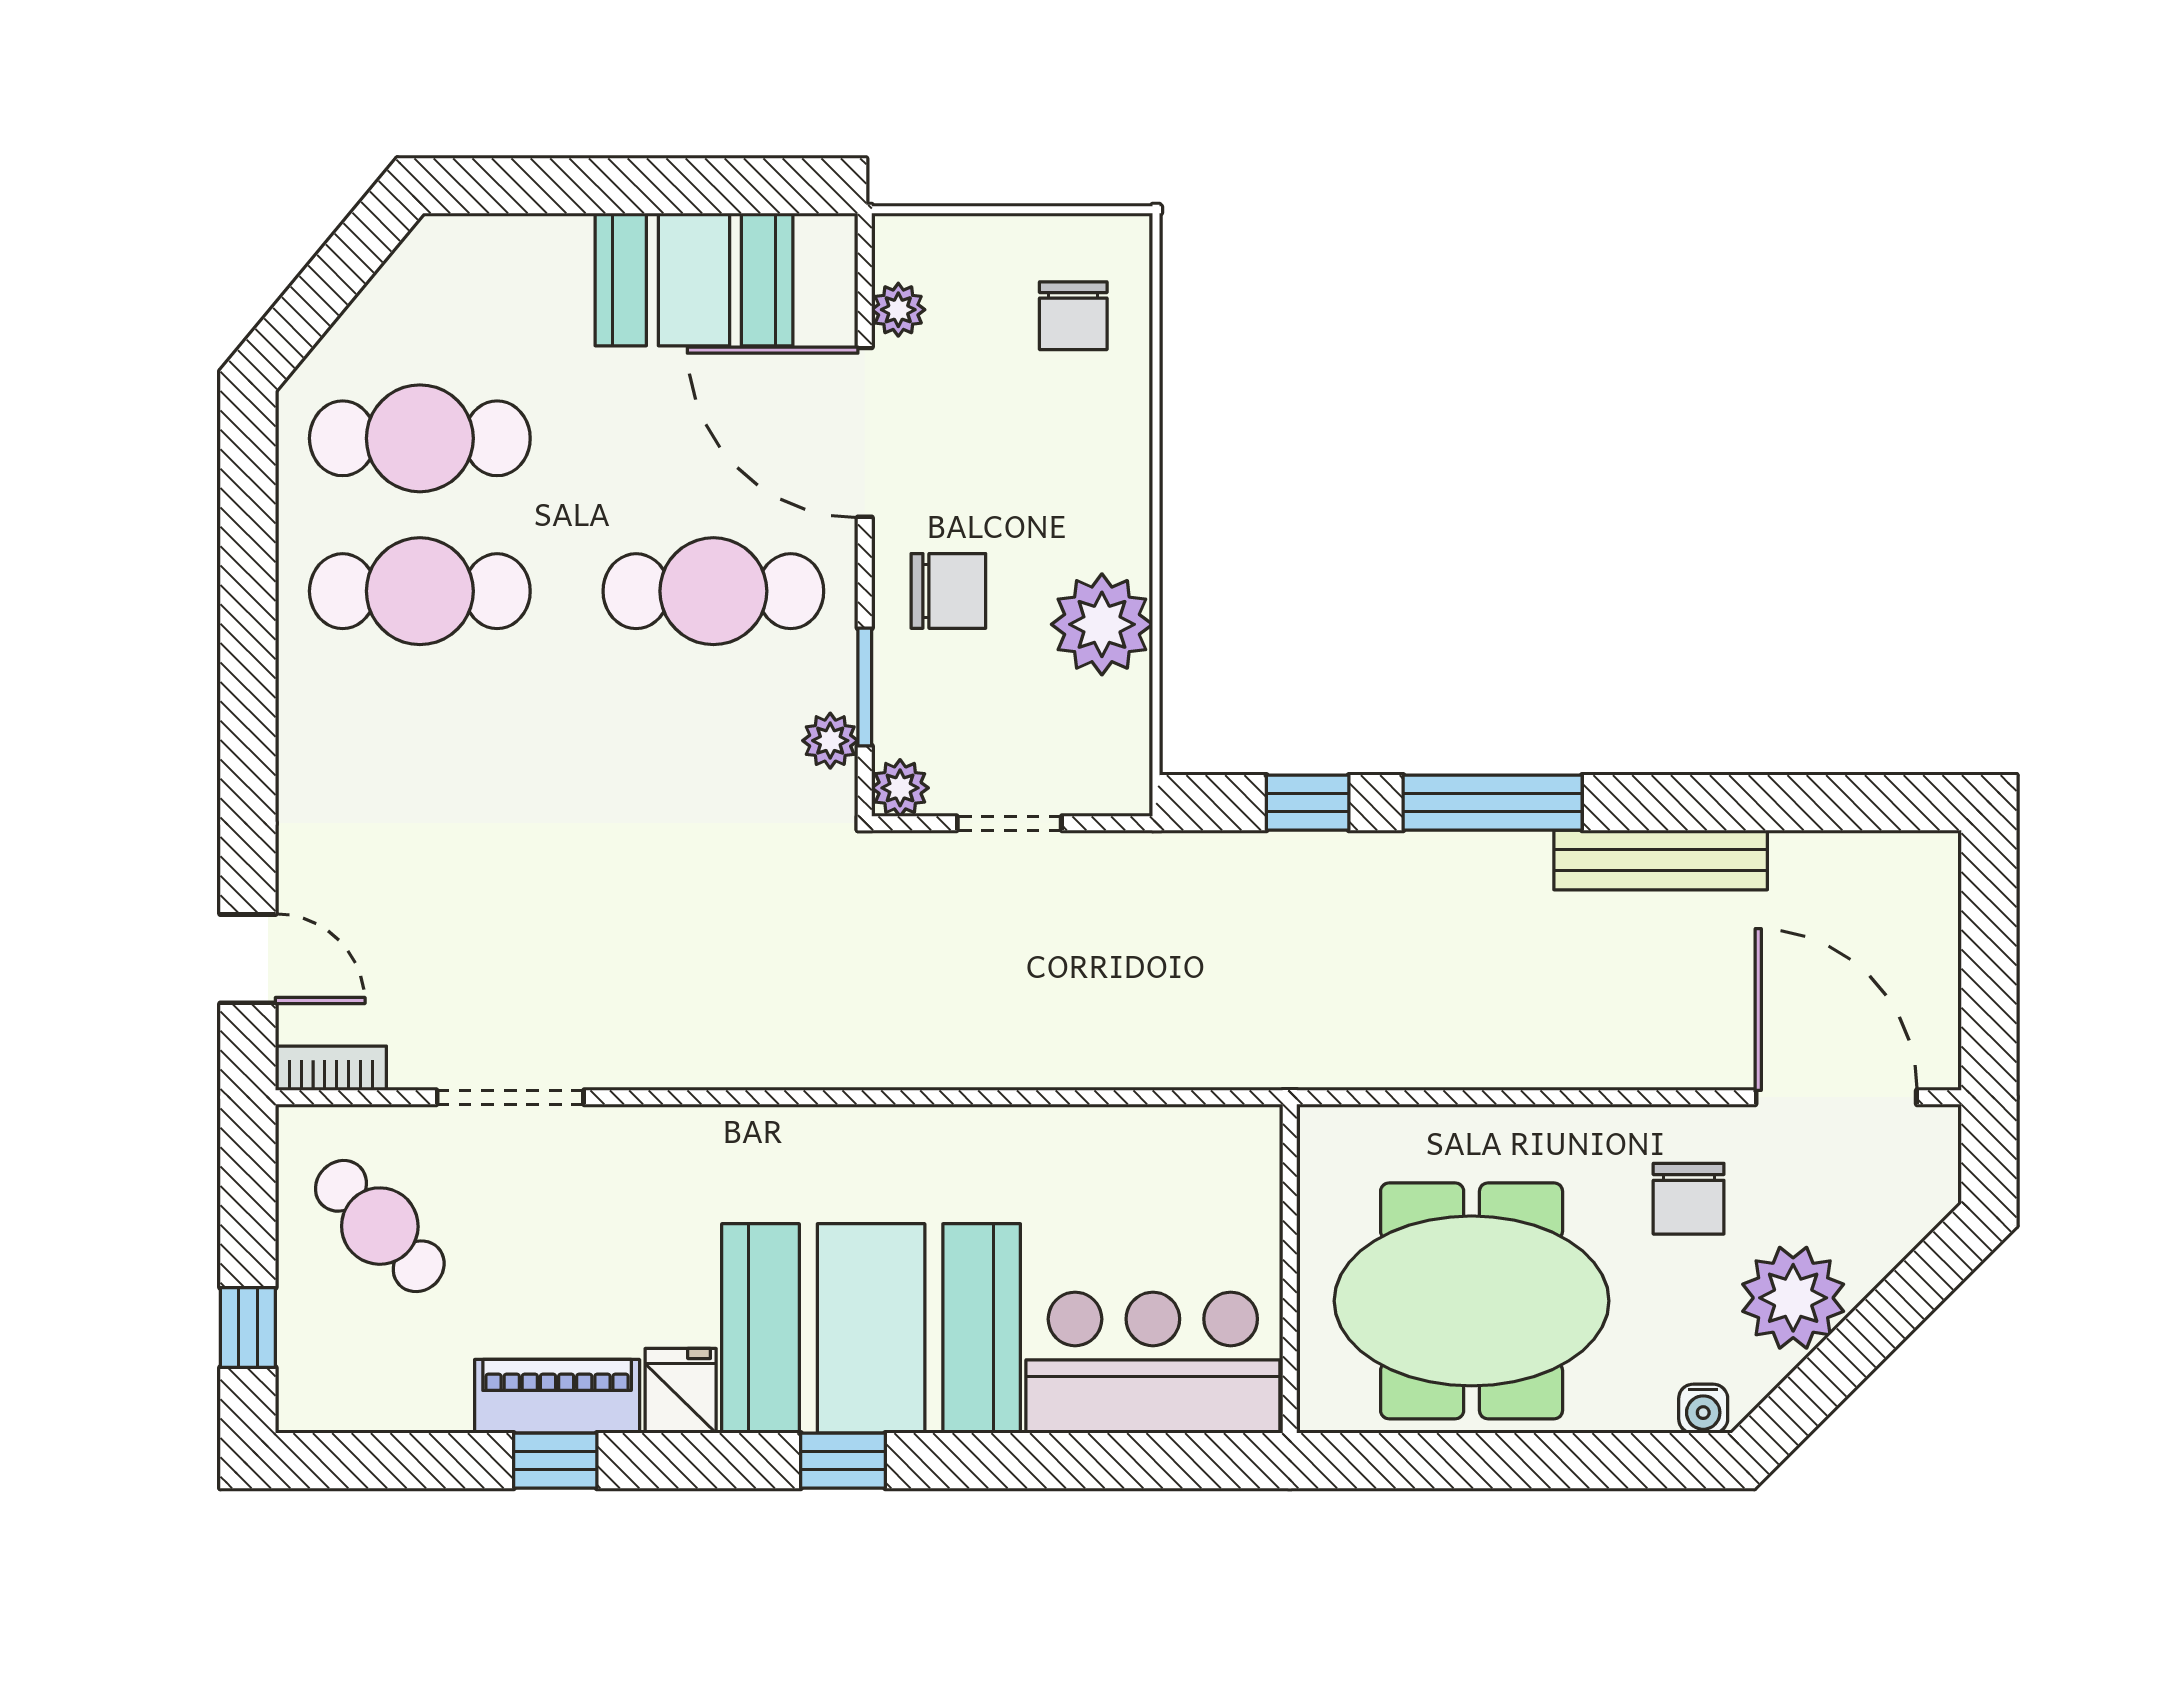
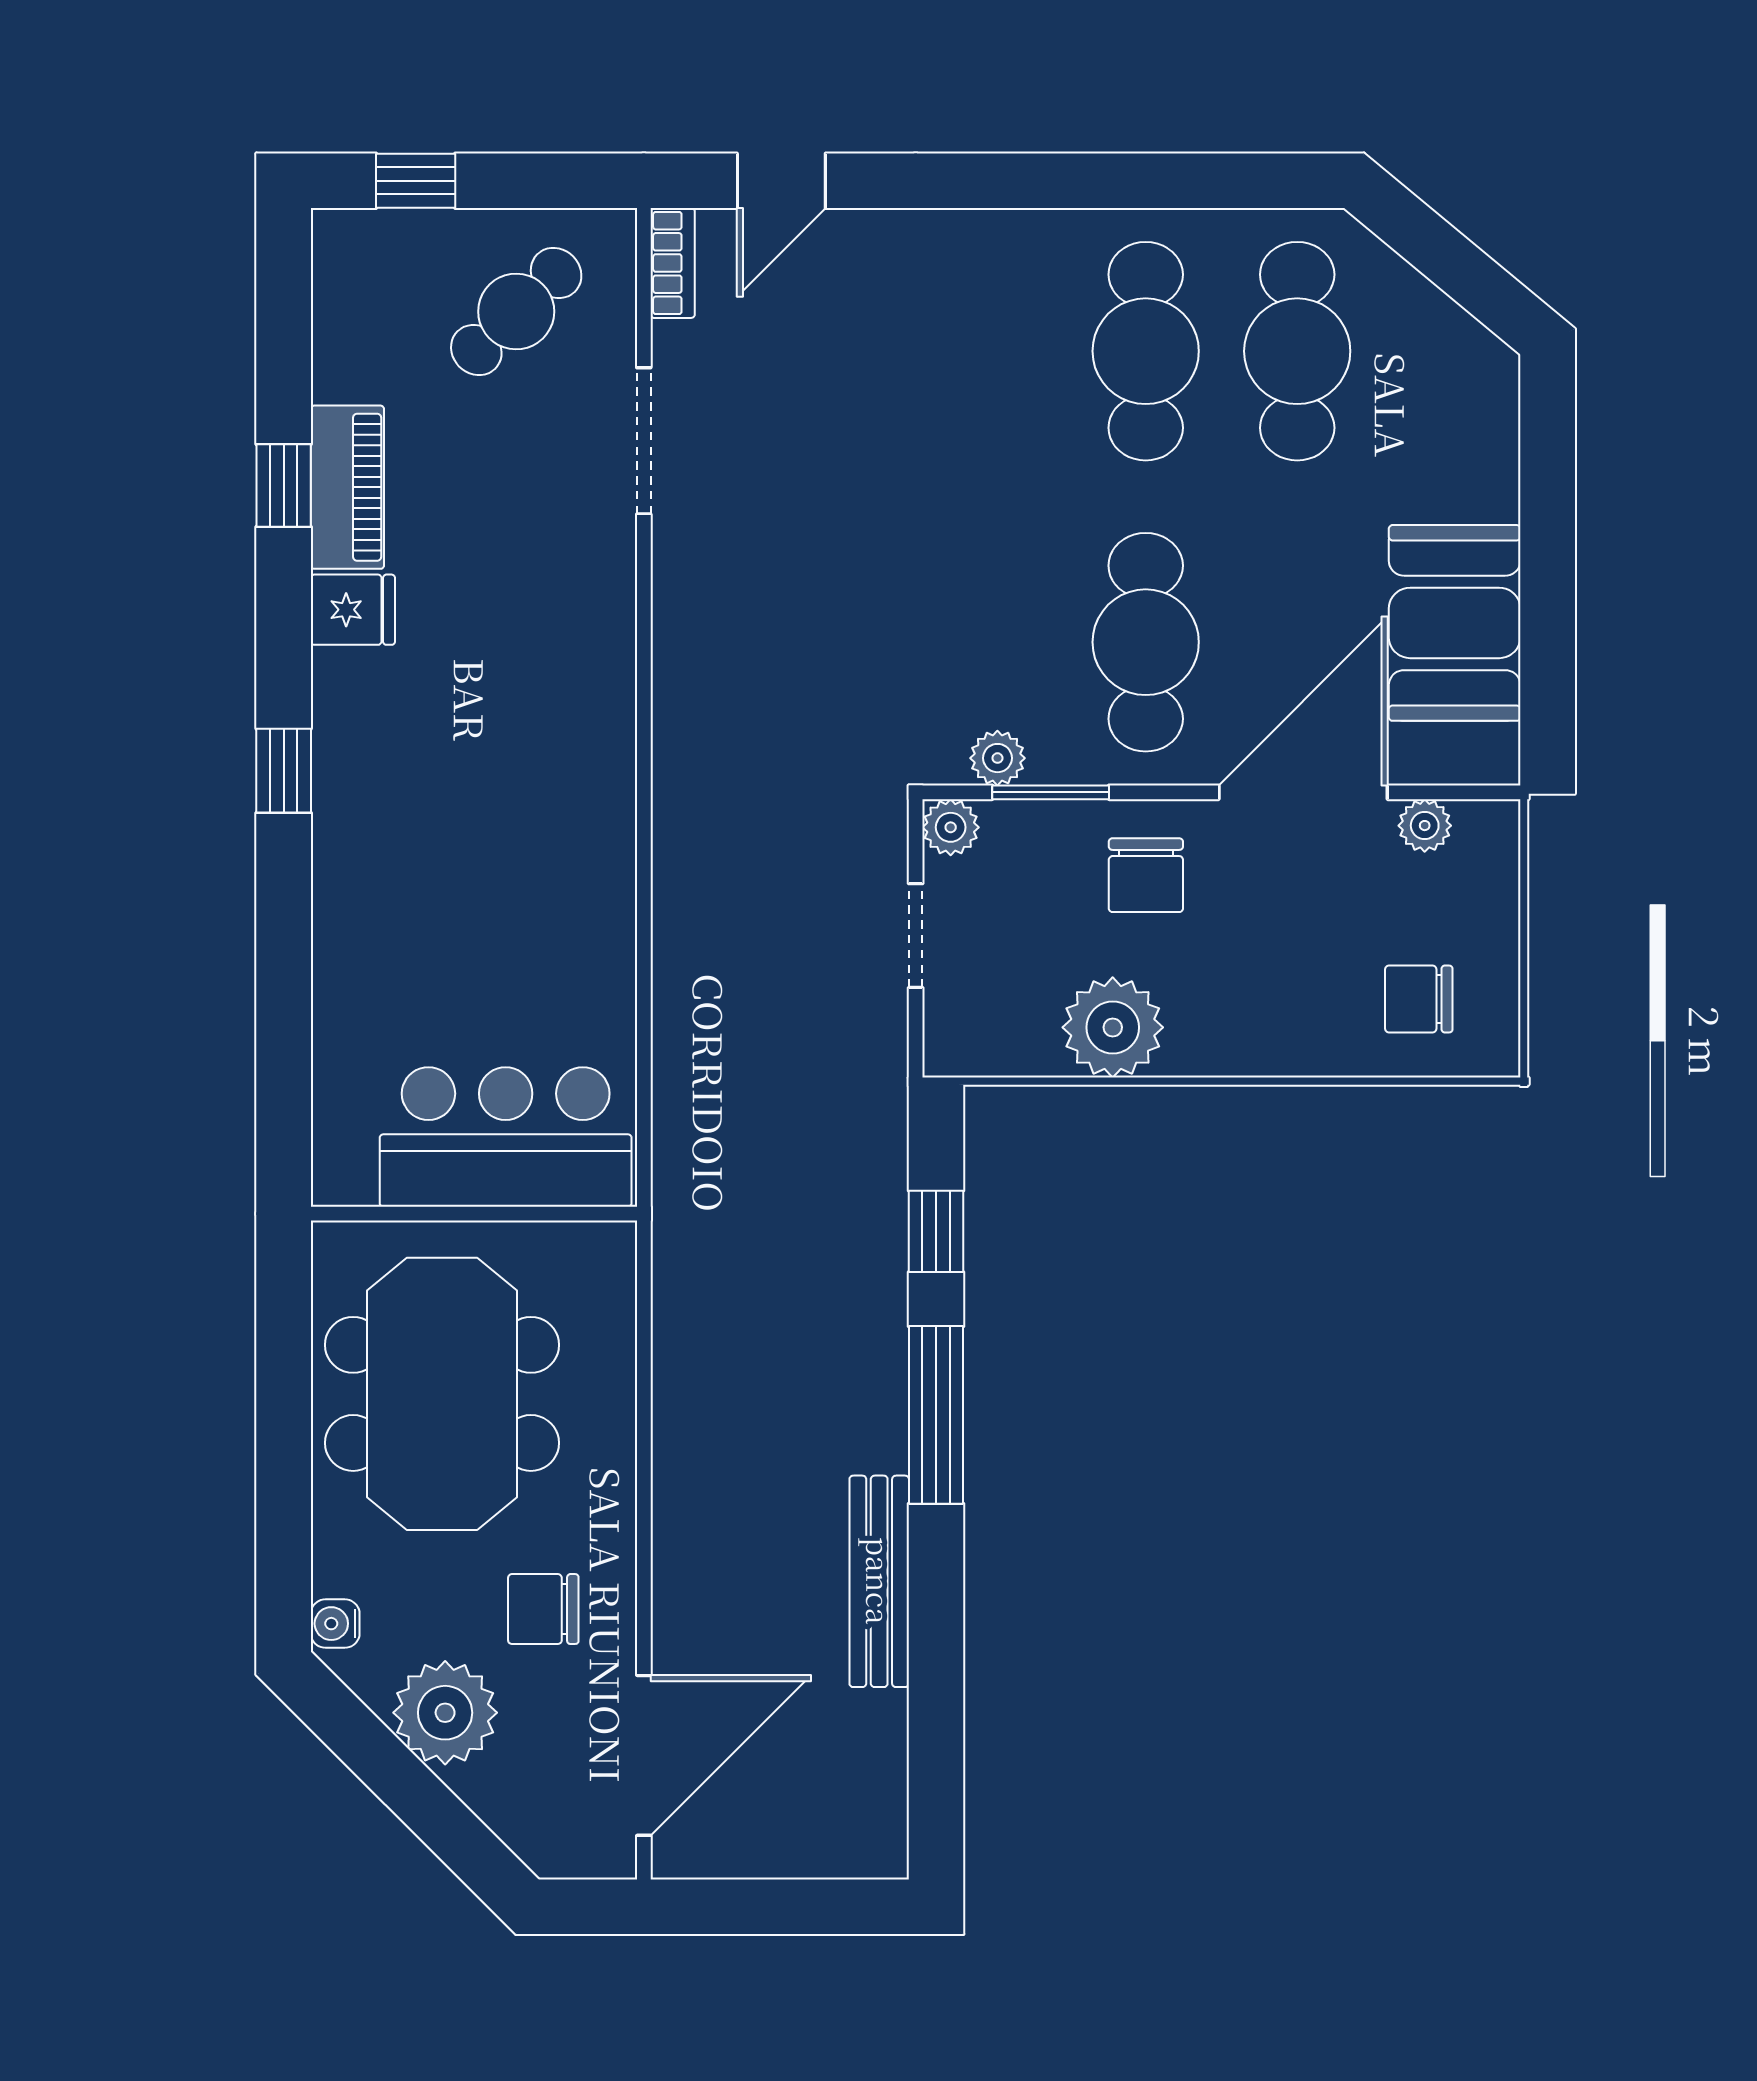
booth: (871, 1328) -> (415, 799), removed
bar counter: (1153, 1363) -> (506, 1137), moved, turned -90

